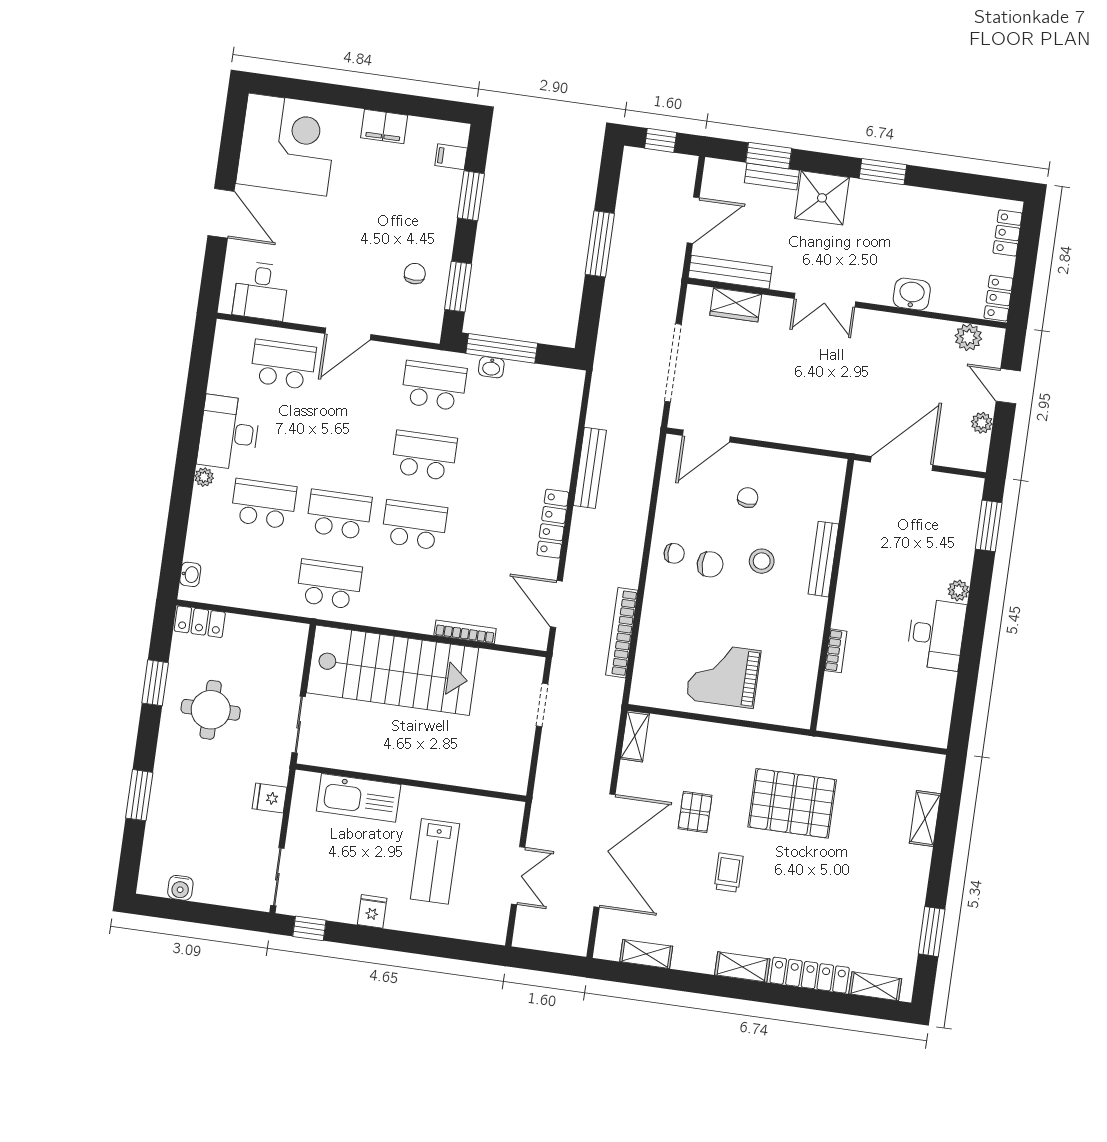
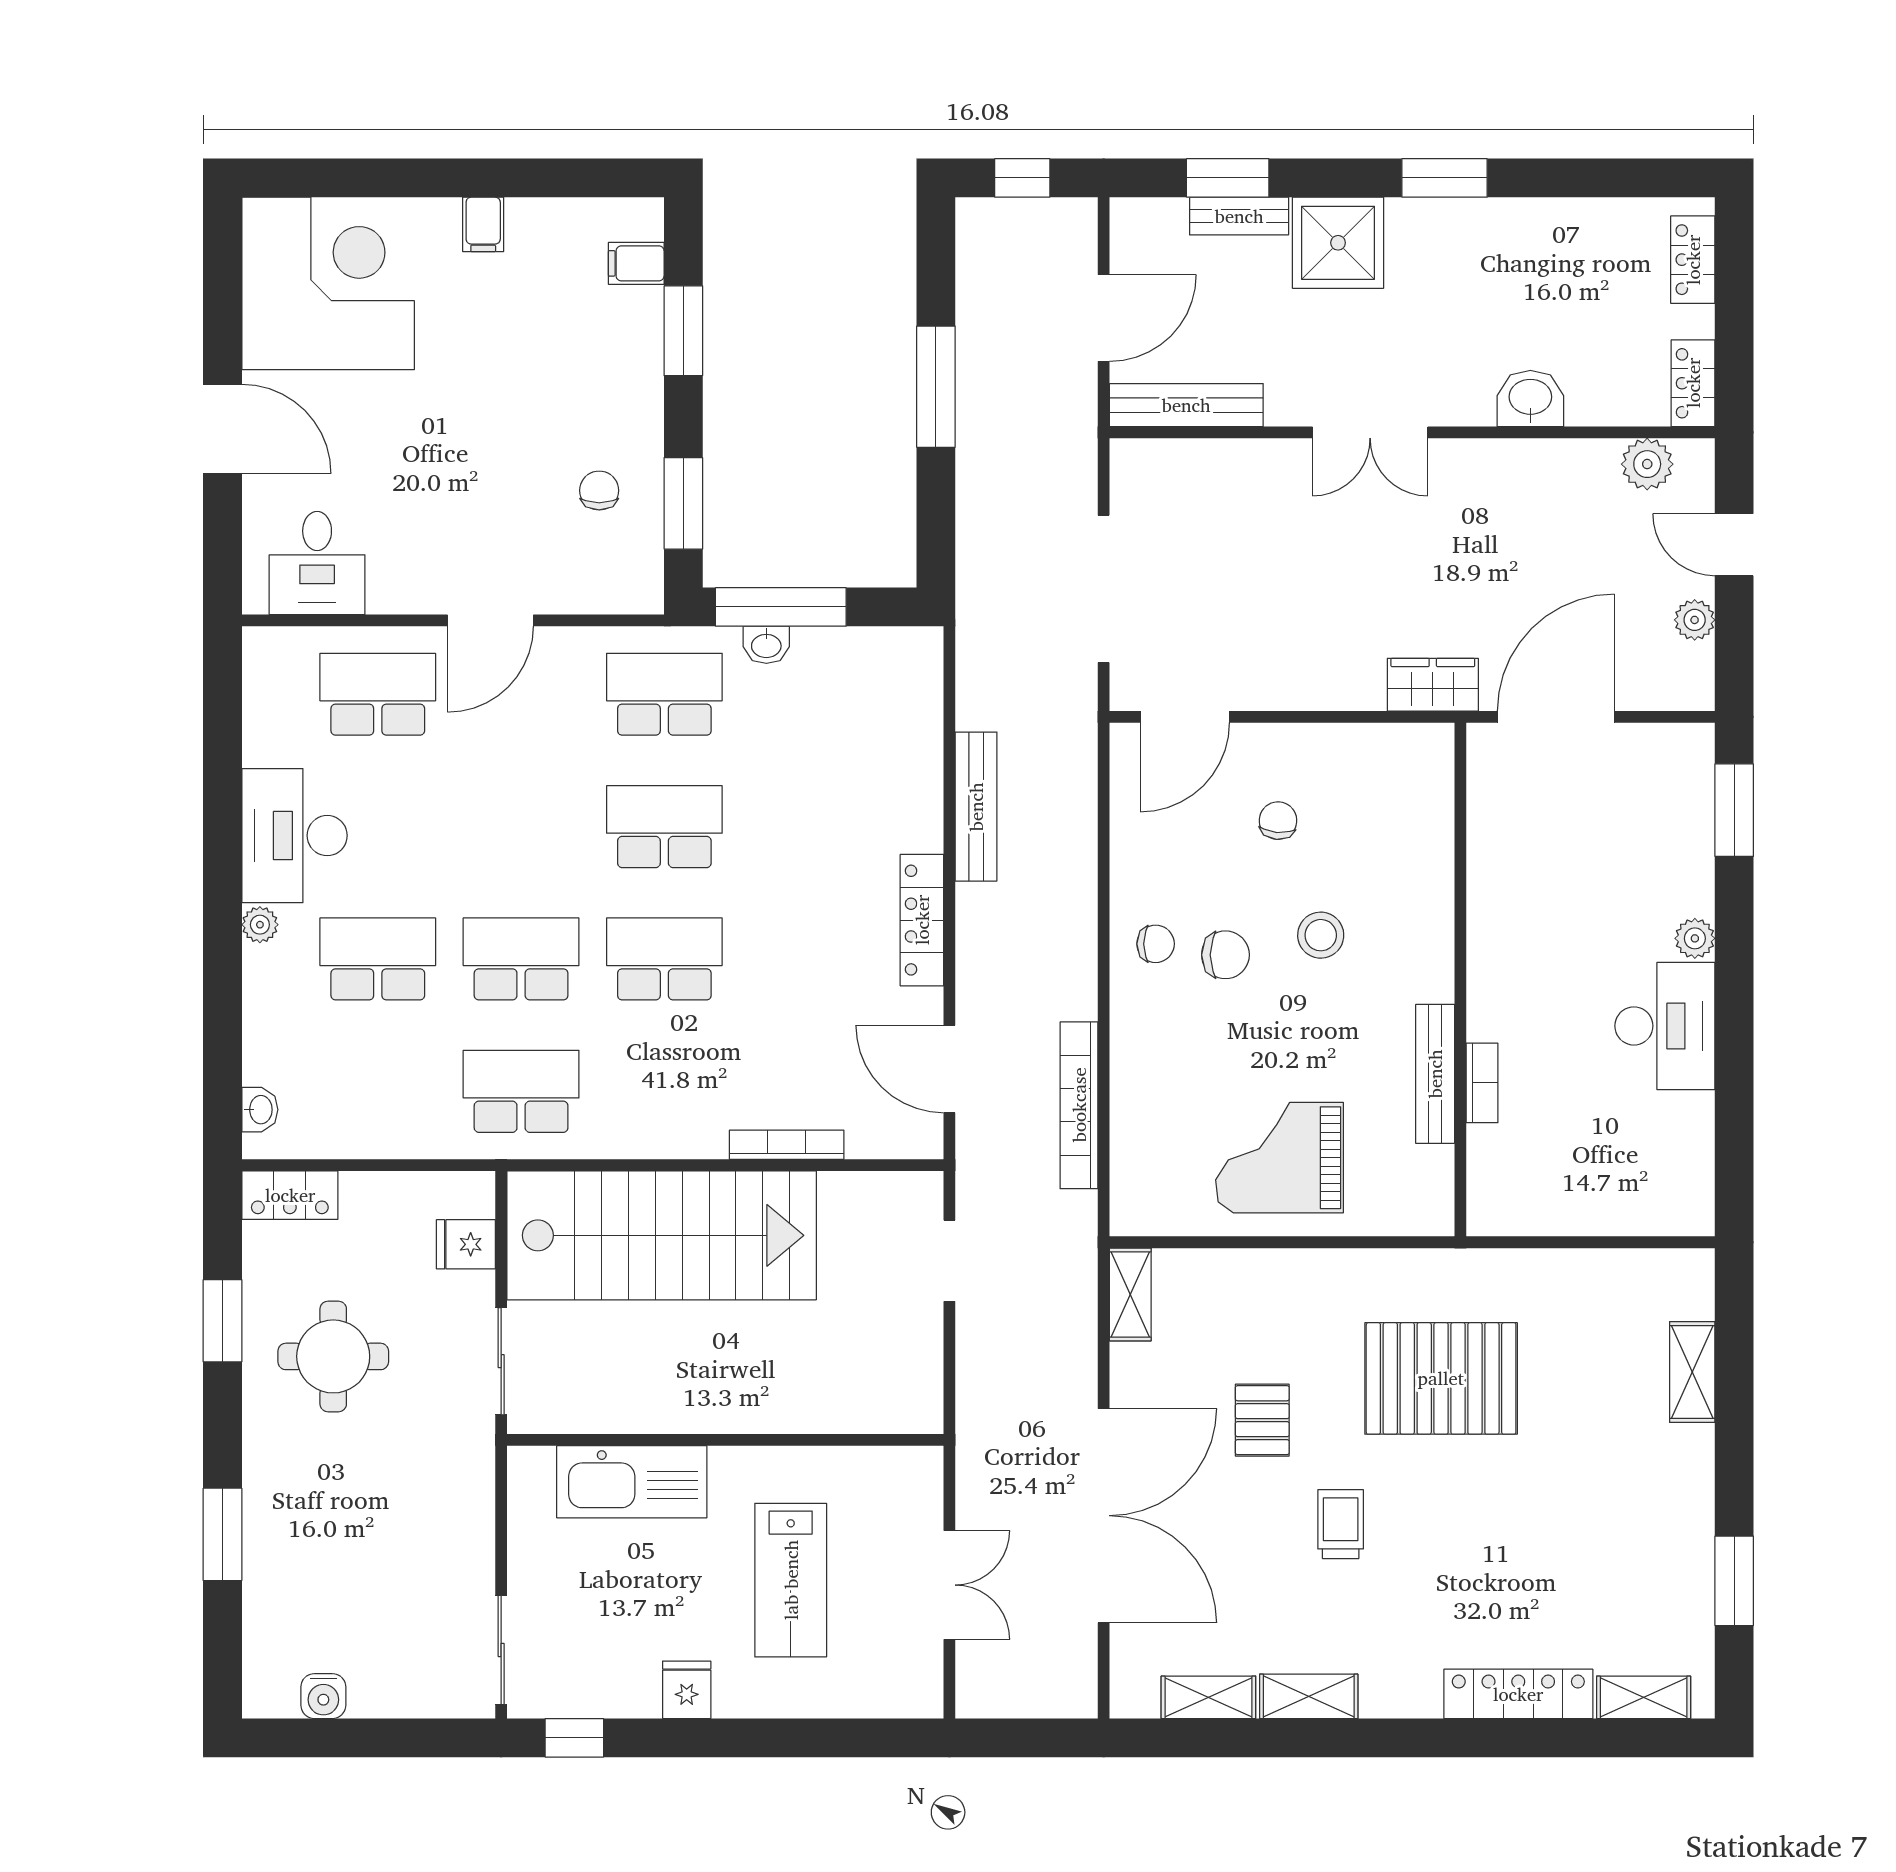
filing cabinet: (384, 126) -> (483, 224), width x0.50
wardrobe: (736, 305) -> (1433, 685), moved, turned 180
bench: (823, 559) -> (1435, 1074), moved
fridge: (270, 798) -> (466, 1244), moved
shelving: (742, 967) -> (1309, 1696), moved

